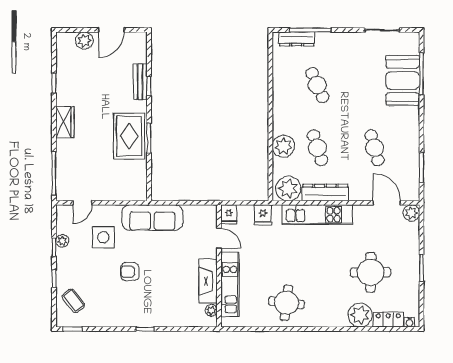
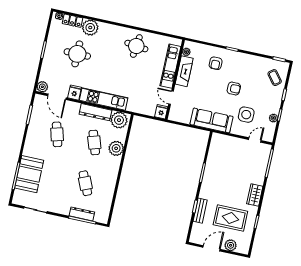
dresser: (297, 39) -> (82, 214), moved
rug: (129, 136) -> (230, 218), moved, turned 90
fridge: (263, 215) -> (75, 93), moved
armchair: (165, 303) -> (216, 63), added

